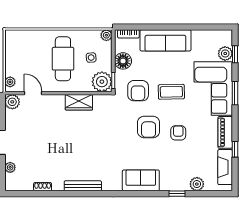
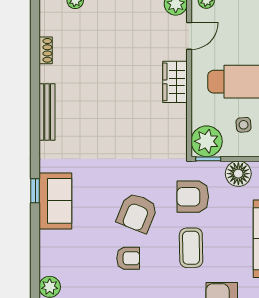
wardrobe: (79, 102) -> (175, 82), moved
armchair: (149, 127) -> (137, 213), turned -68
window: (177, 194) -> (35, 191), moved

